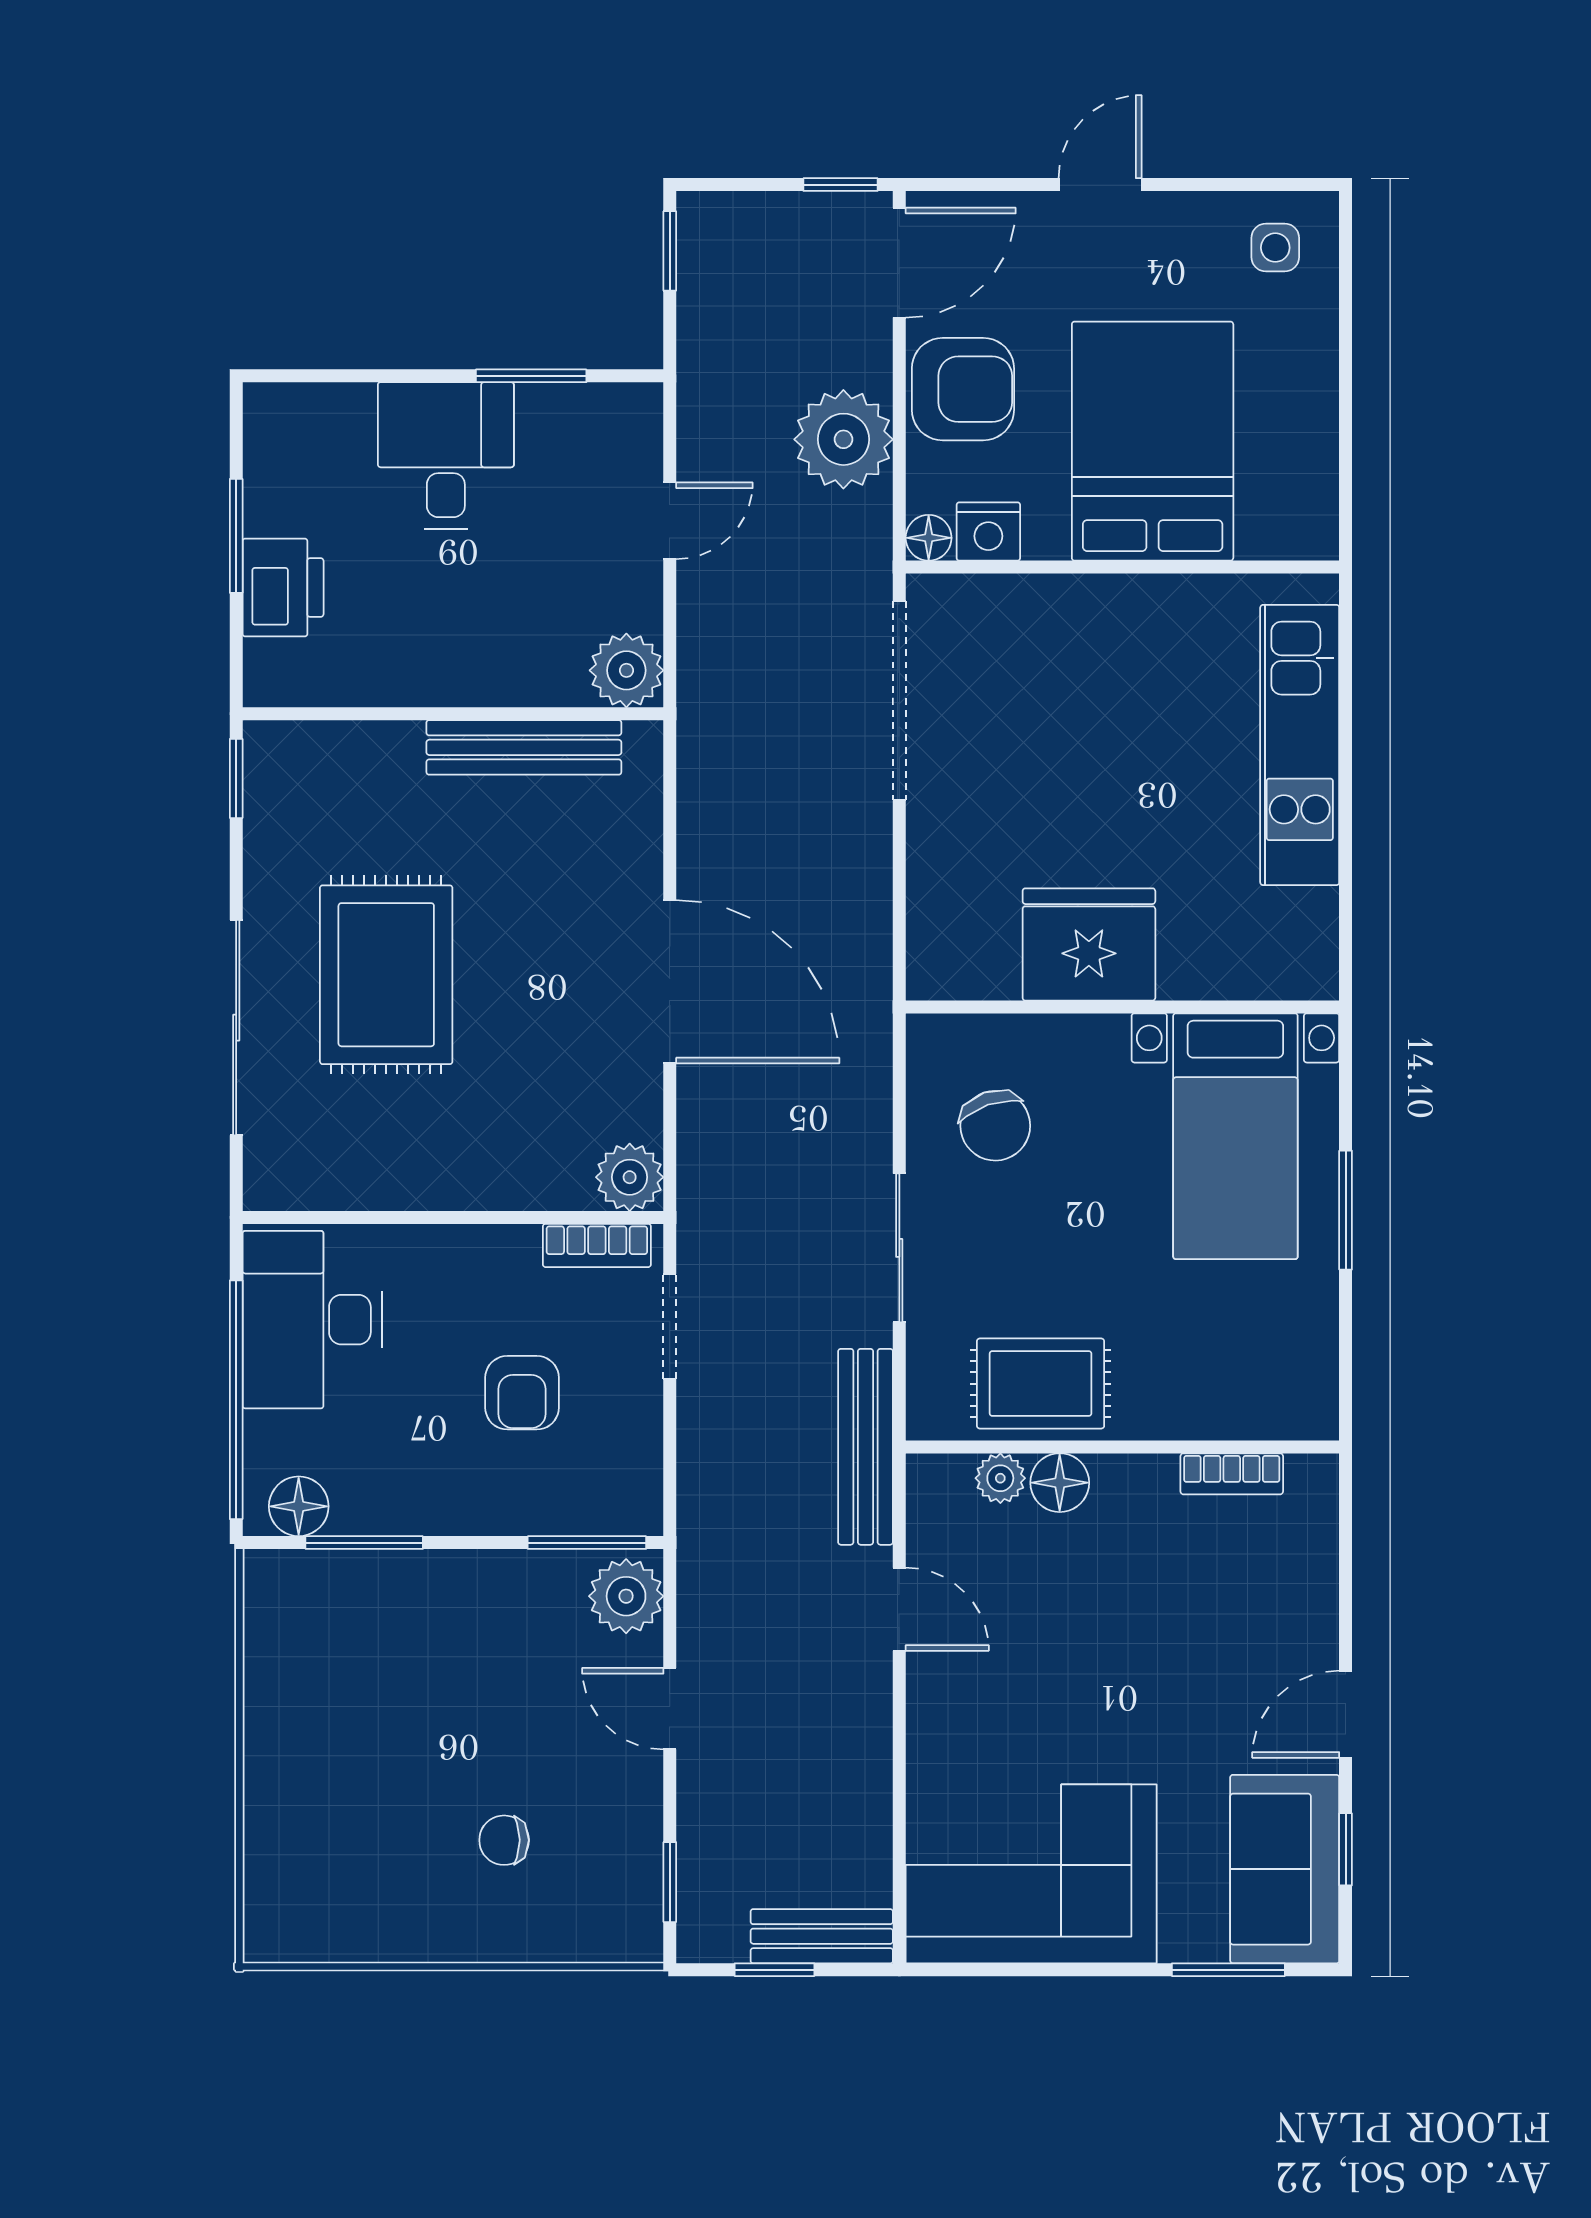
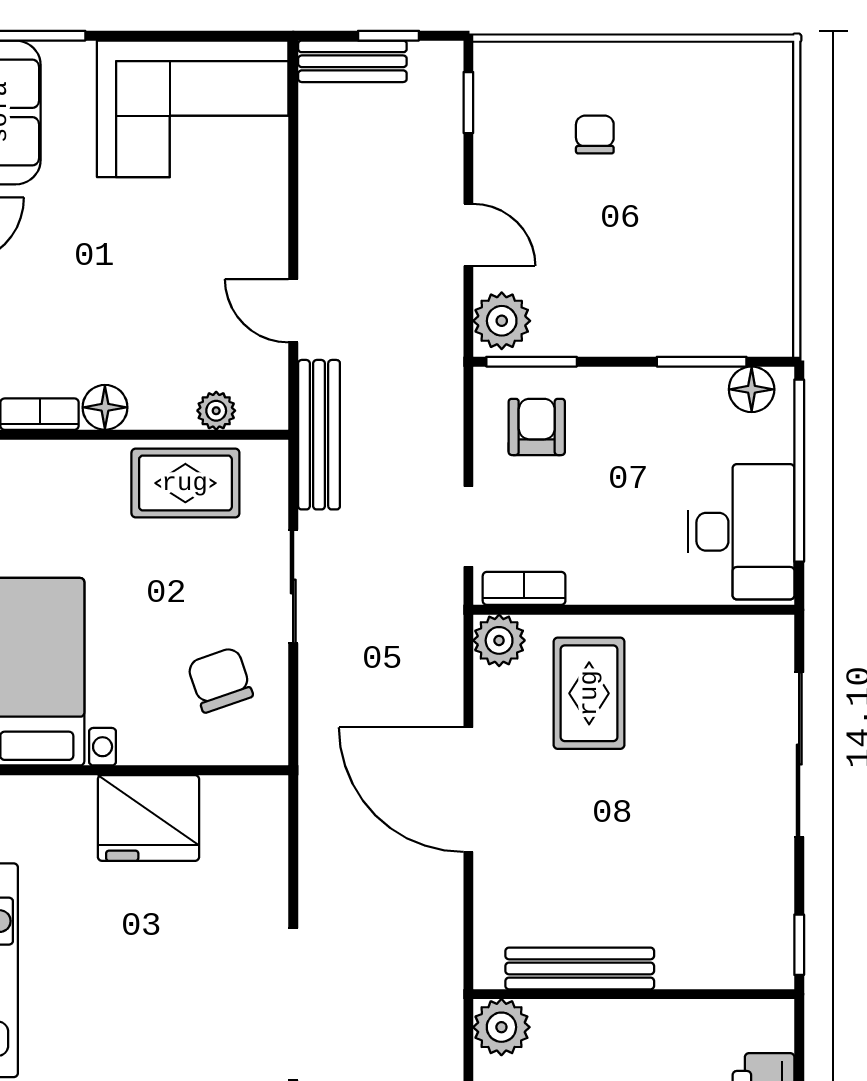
rug: (386, 975) -> (589, 693), moved, width x0.73, depth x0.70
armchair: (522, 1393) -> (537, 427), moved
floor lamp: (1060, 1483) -> (105, 407), moved
chair: (504, 1840) -> (595, 135), turned -90

